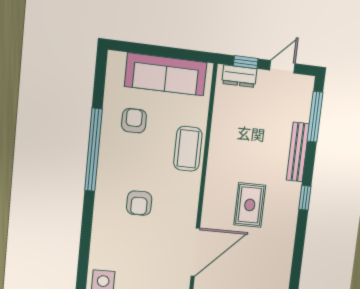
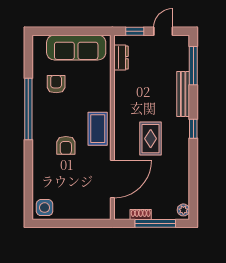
dresser: (239, 76) -> (121, 58), moved, turned -90
coffee table: (188, 149) -> (98, 129), moved

